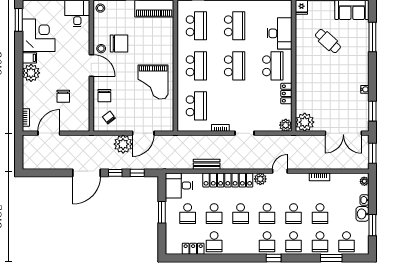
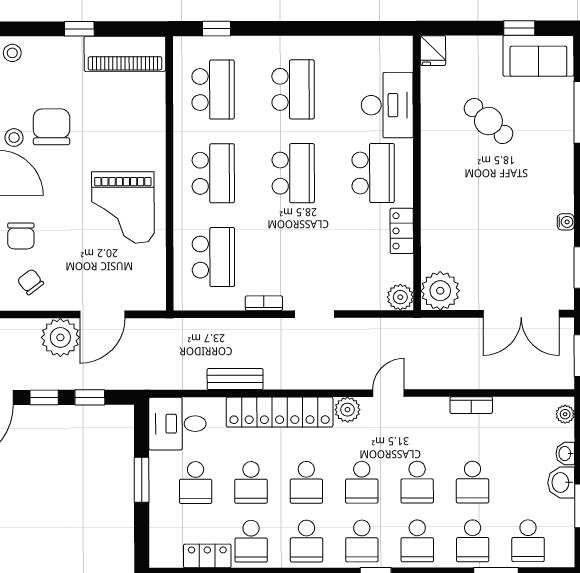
chair: (119, 43) -> (52, 127), turned -90
school desk: (241, 242) -> (306, 541), added

